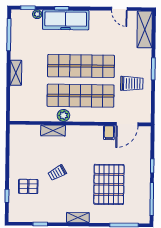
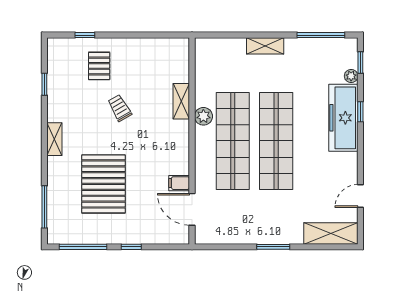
trolley: (132, 83) -> (251, 216), removed
pallet: (109, 184) -> (104, 184), turned 90

